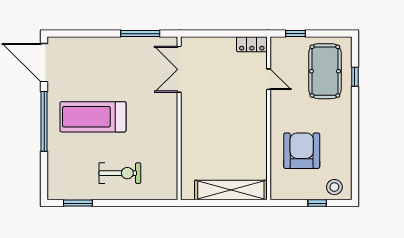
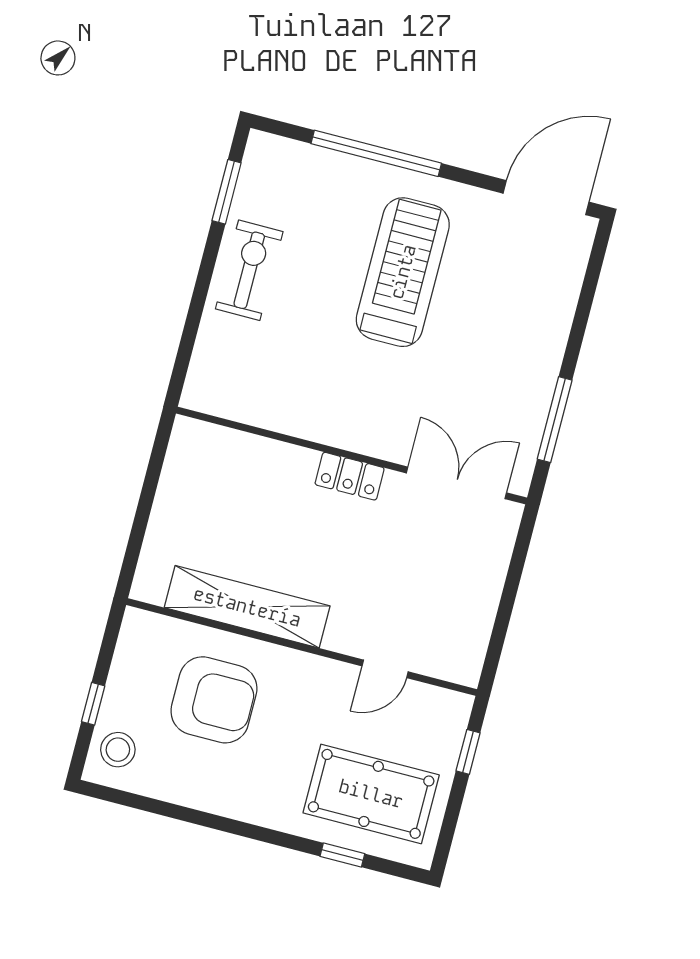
locker: (252, 44) -> (350, 476), moved, turned -90
window: (44, 121) -> (376, 153), moved
exercise bike: (120, 173) -> (249, 270), moved, turned 180
shelving: (231, 190) -> (247, 607), moved, turned 90

